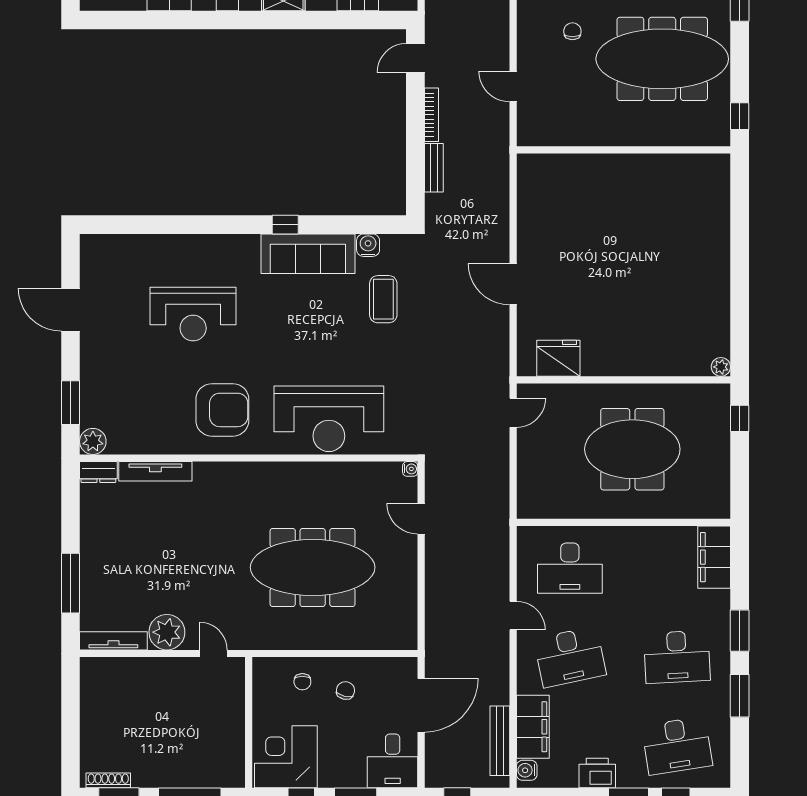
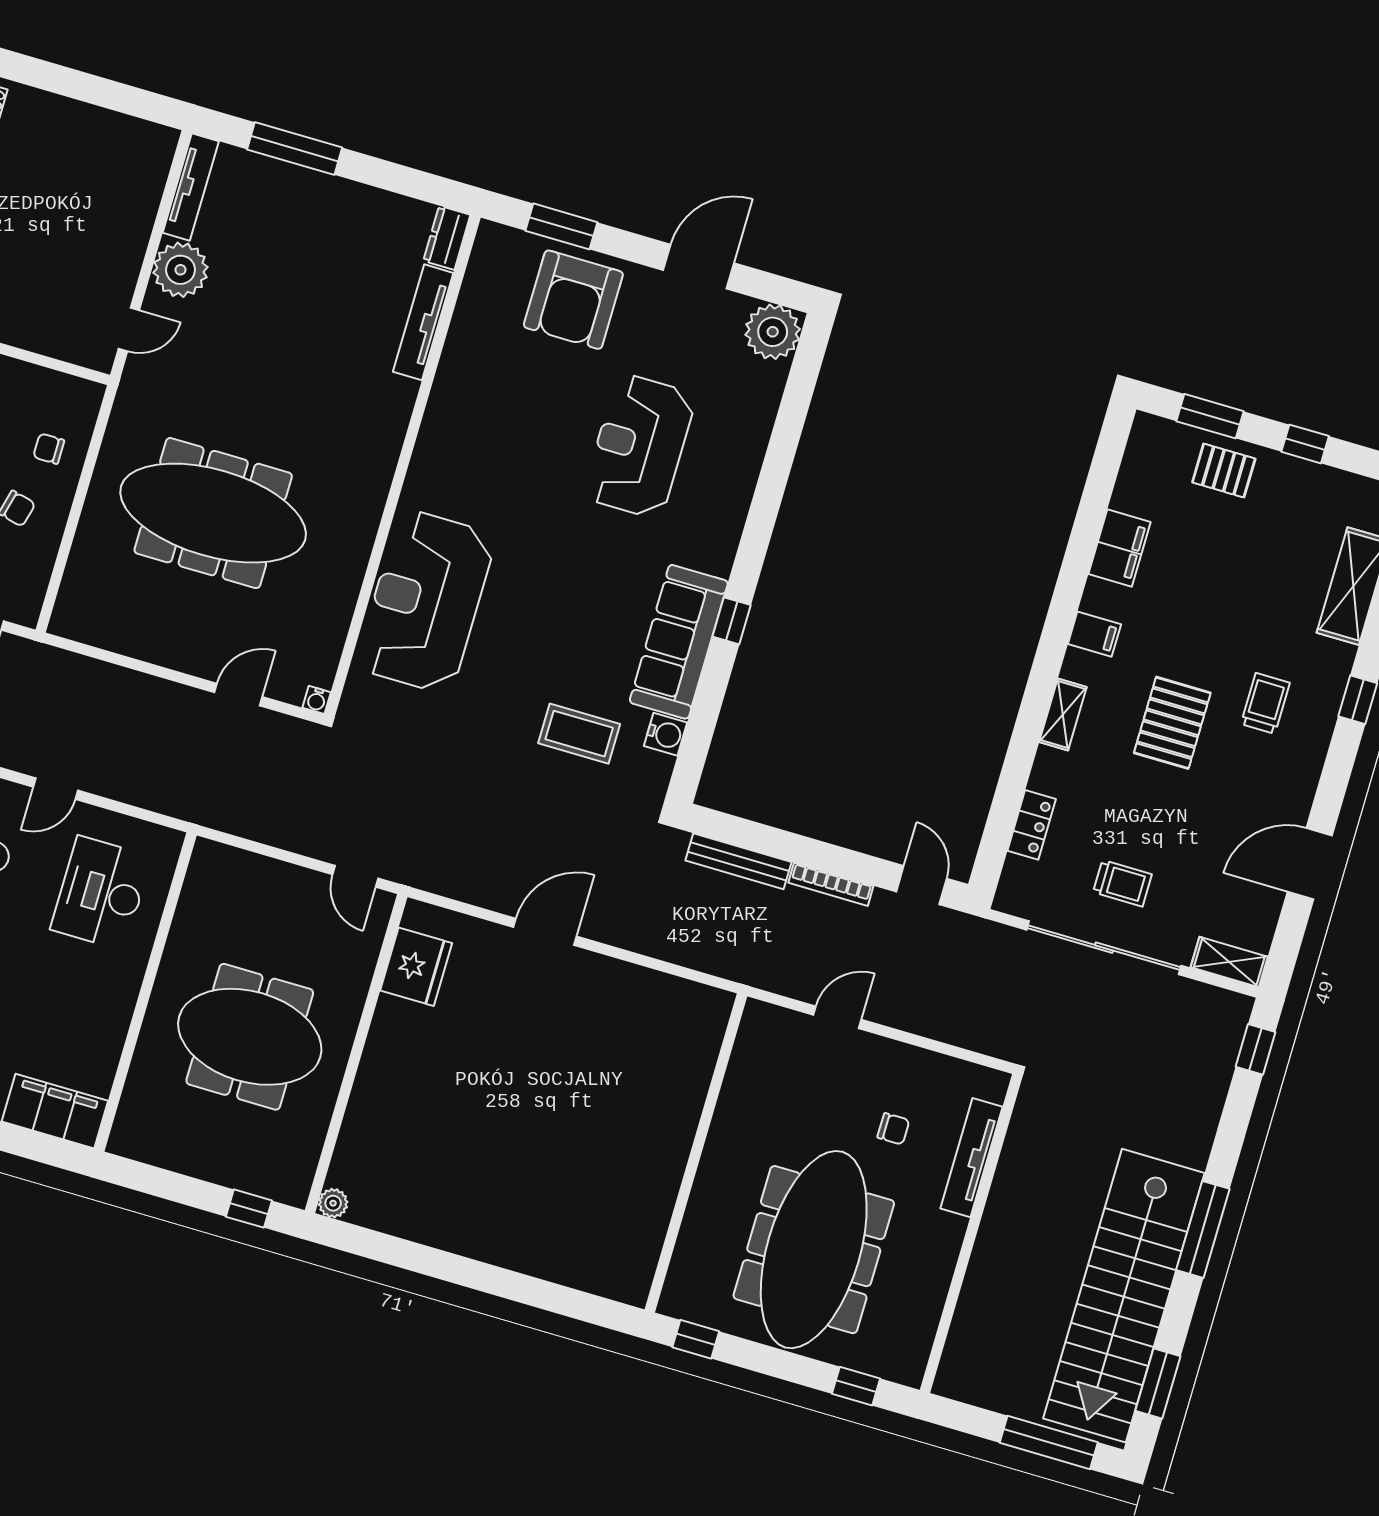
bench: (434, 168) -> (738, 861), width x1.36
armchair: (222, 410) -> (573, 300), moved
plant: (93, 441) -> (773, 332), moved, width x1.36, depth x1.36
meeting table: (632, 449) -> (250, 1037), turned 90
meeting table: (313, 567) -> (213, 513), turned 90

